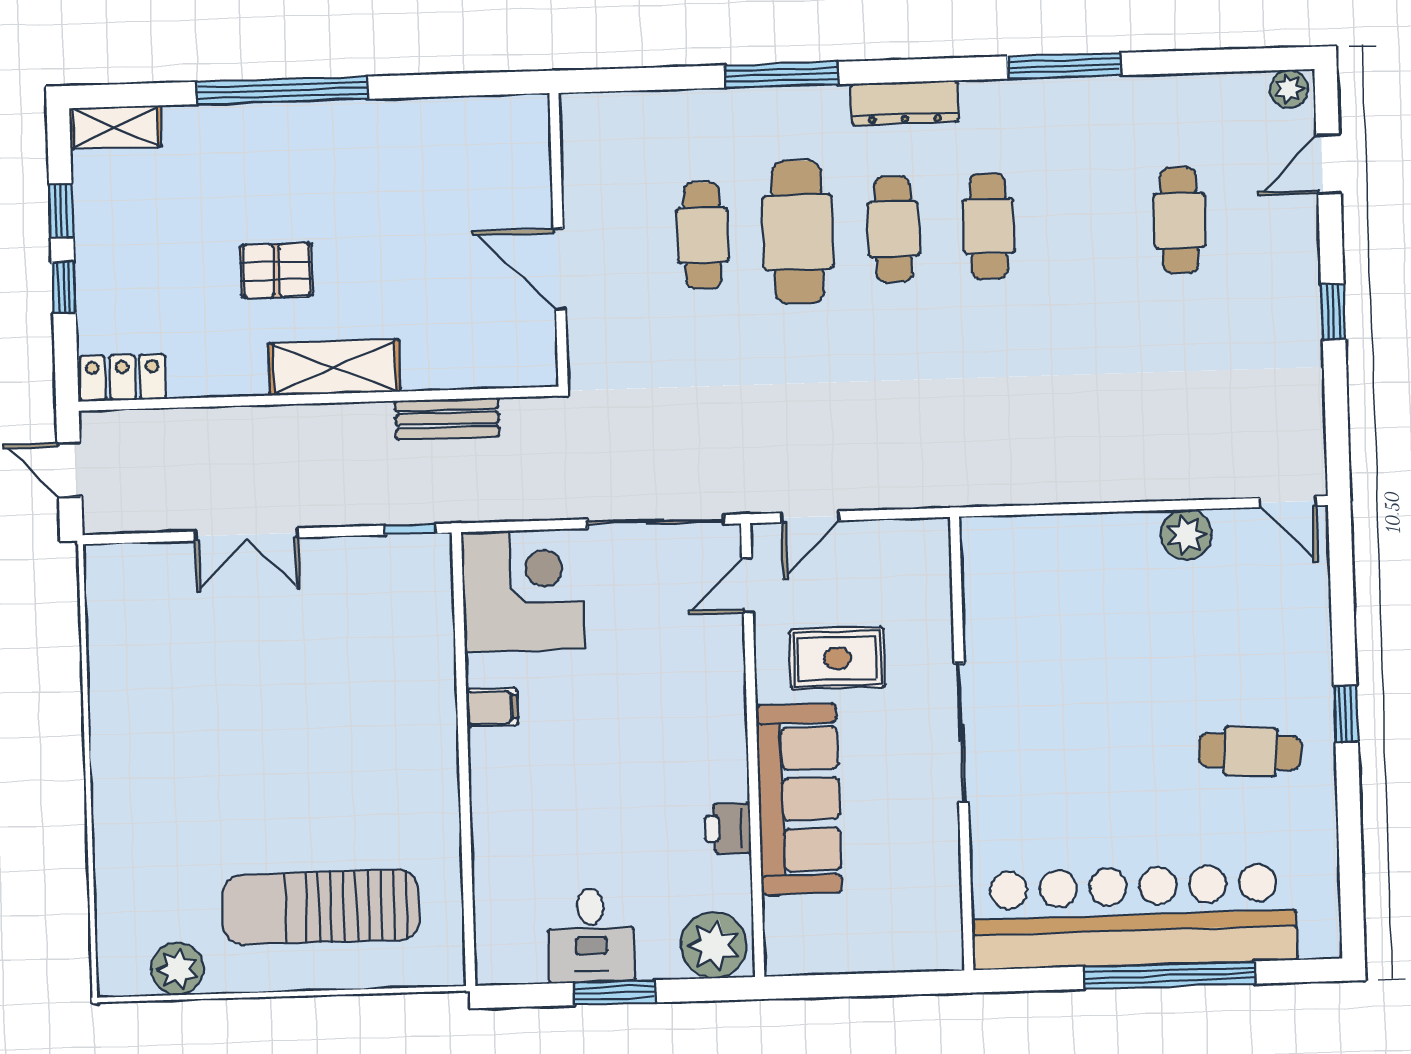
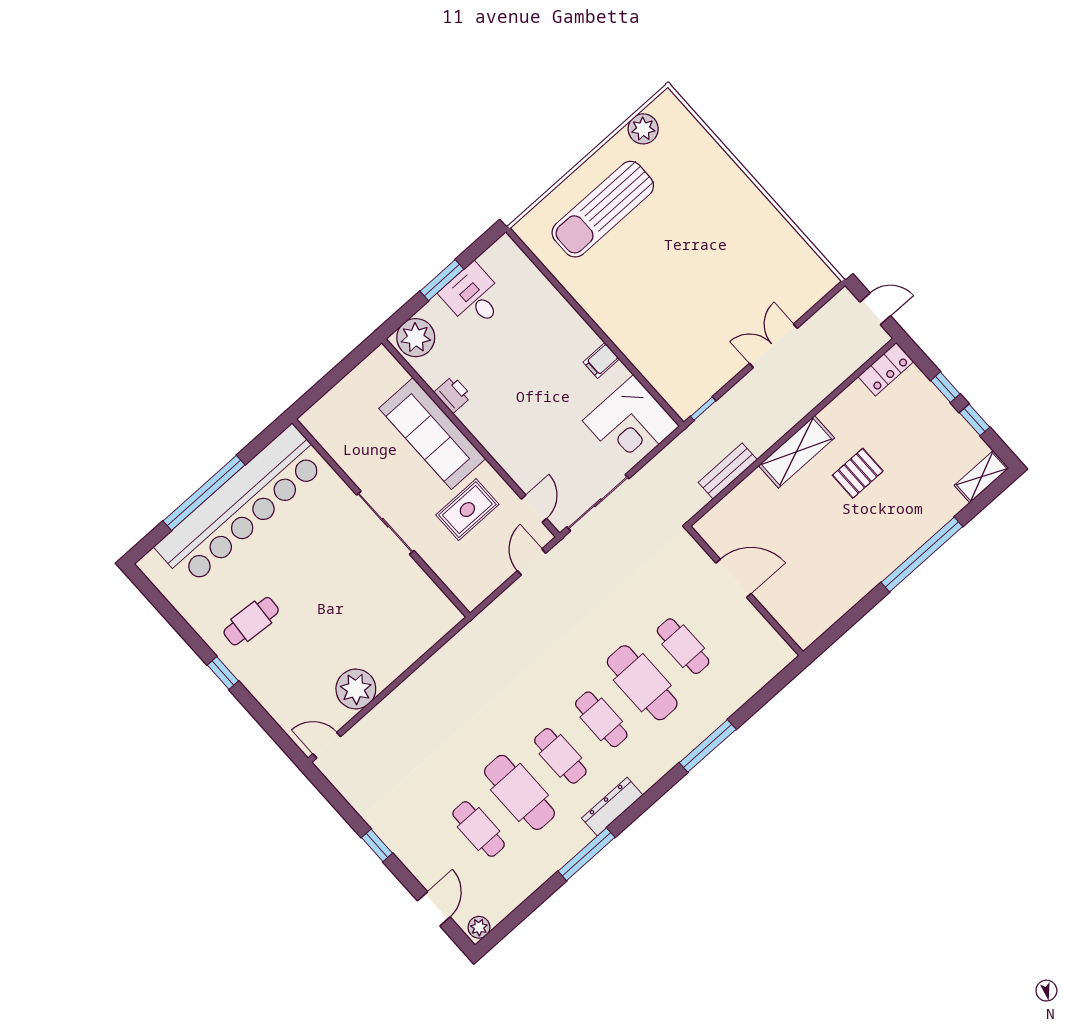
dresser: (905, 103) -> (612, 807), moved
cafe table: (1084, 223) -> (519, 792), added
plant: (1186, 535) -> (356, 689), width x1.36, depth x1.36
sun lounger: (321, 907) -> (603, 209), turned 180

